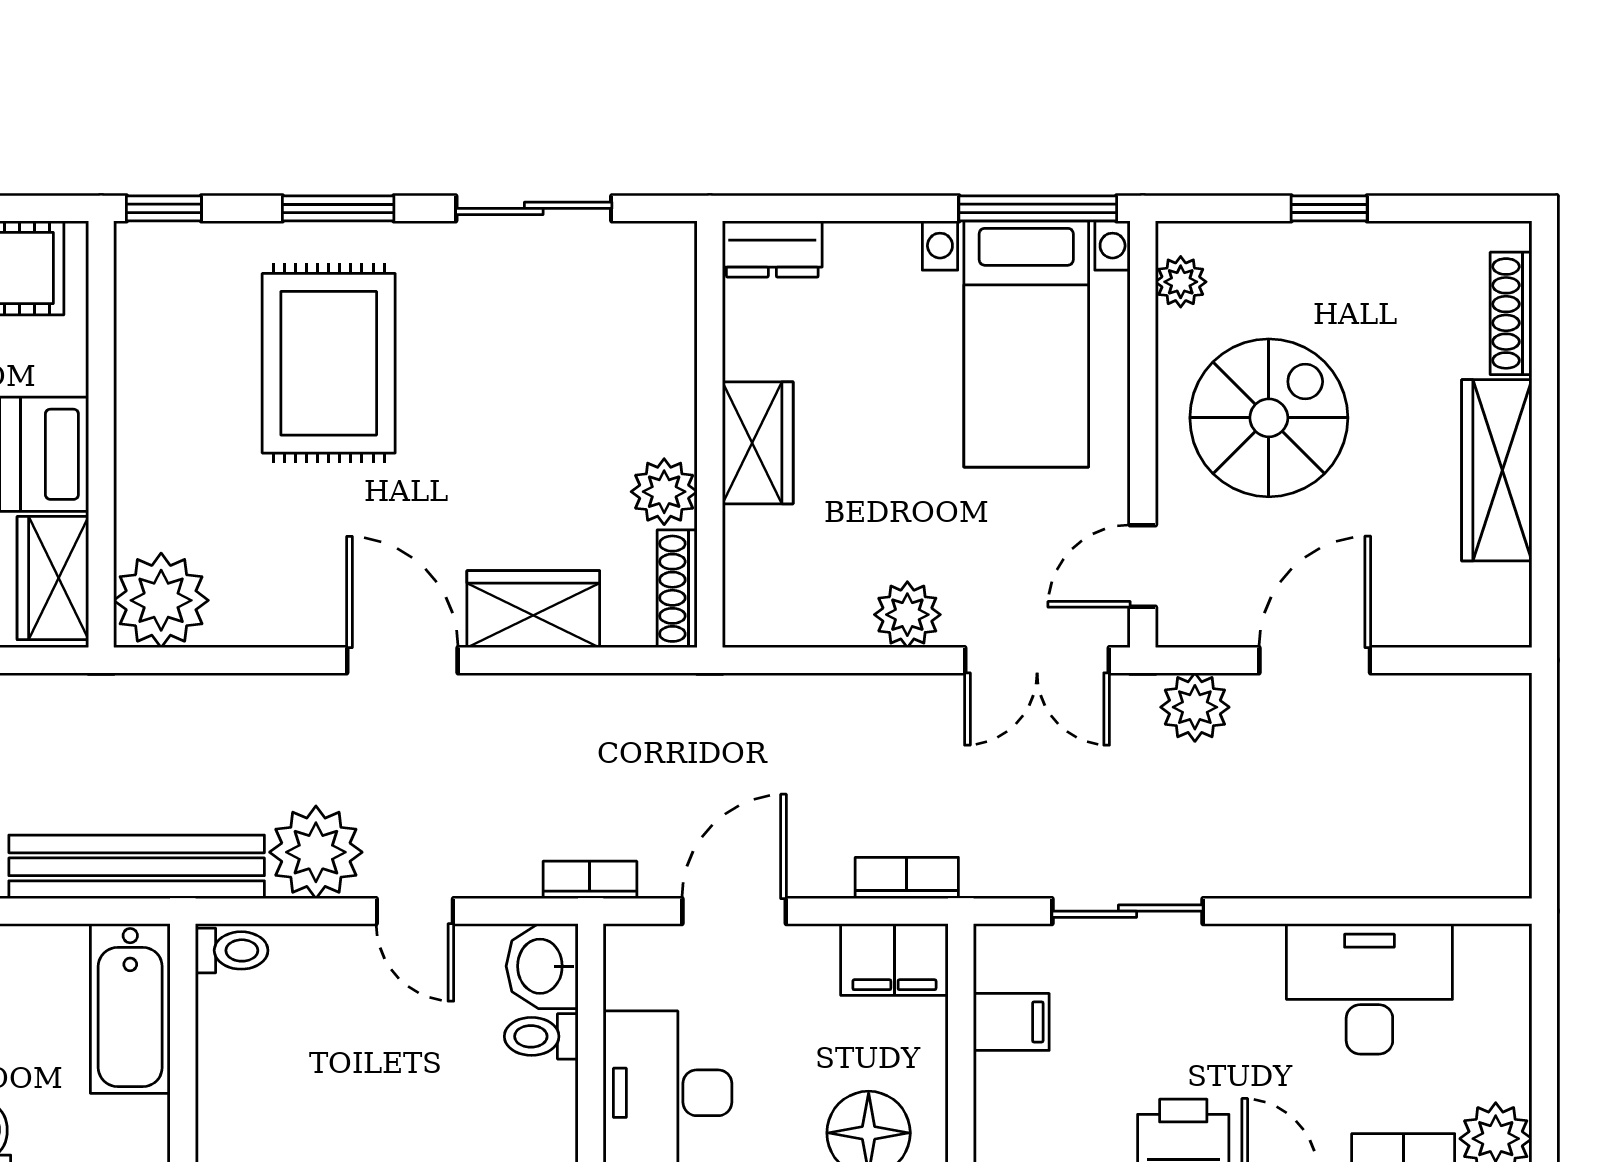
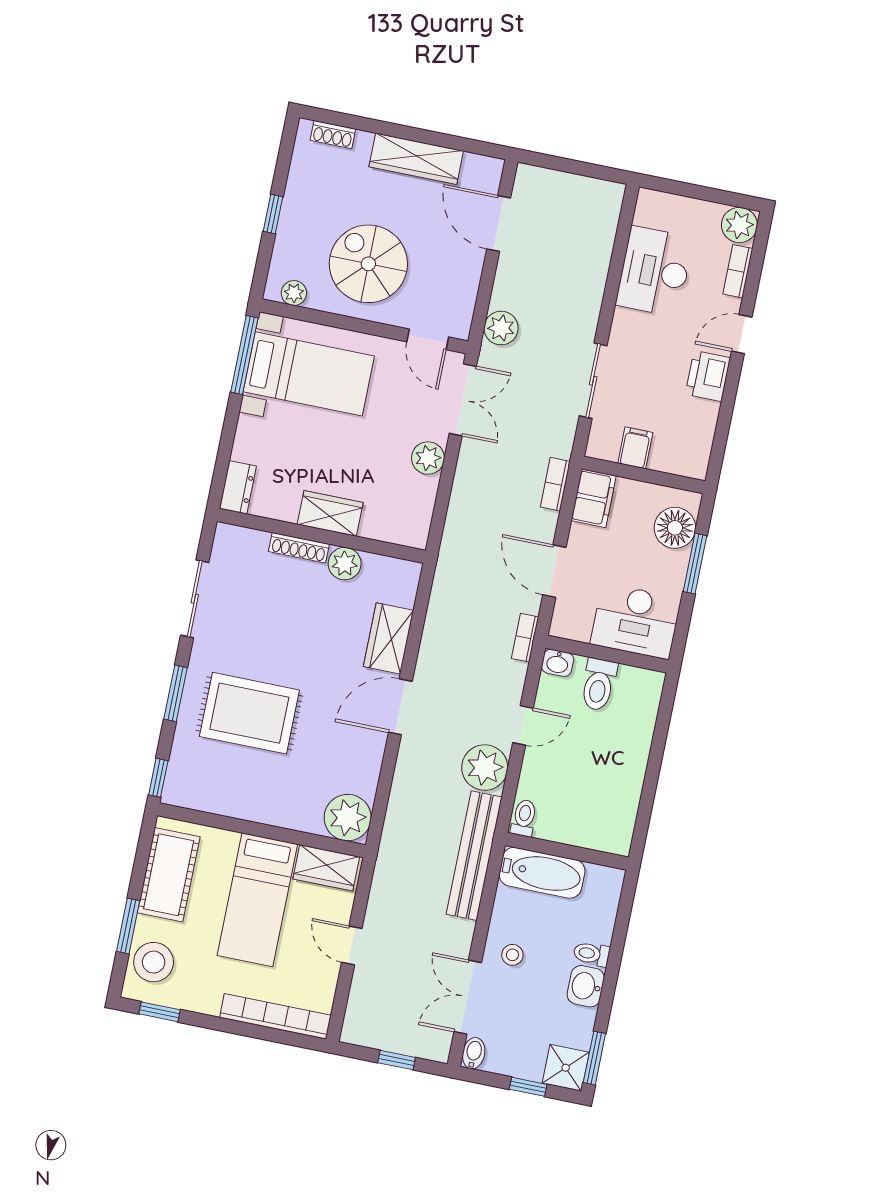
shoe rack: (1511, 313) -> (333, 135), width x0.70
shoe rack: (677, 589) -> (299, 548), moved
door: (1315, 660) -> (499, 223), moved
washbasin: (542, 966) -> (558, 663), width x0.72, depth x0.69
toilet: (541, 1036) -> (599, 684), width x1.37, depth x1.39

